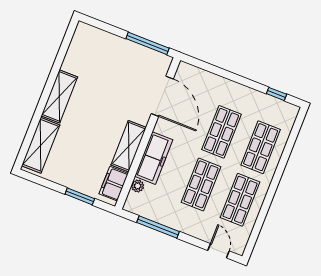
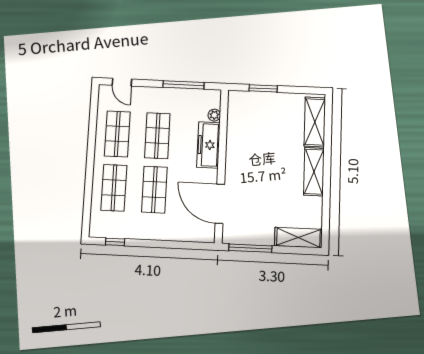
shelving: (129, 146) -> (298, 238), moved, turned 90
filing cabinet: (114, 184) -> (237, 110), removed

